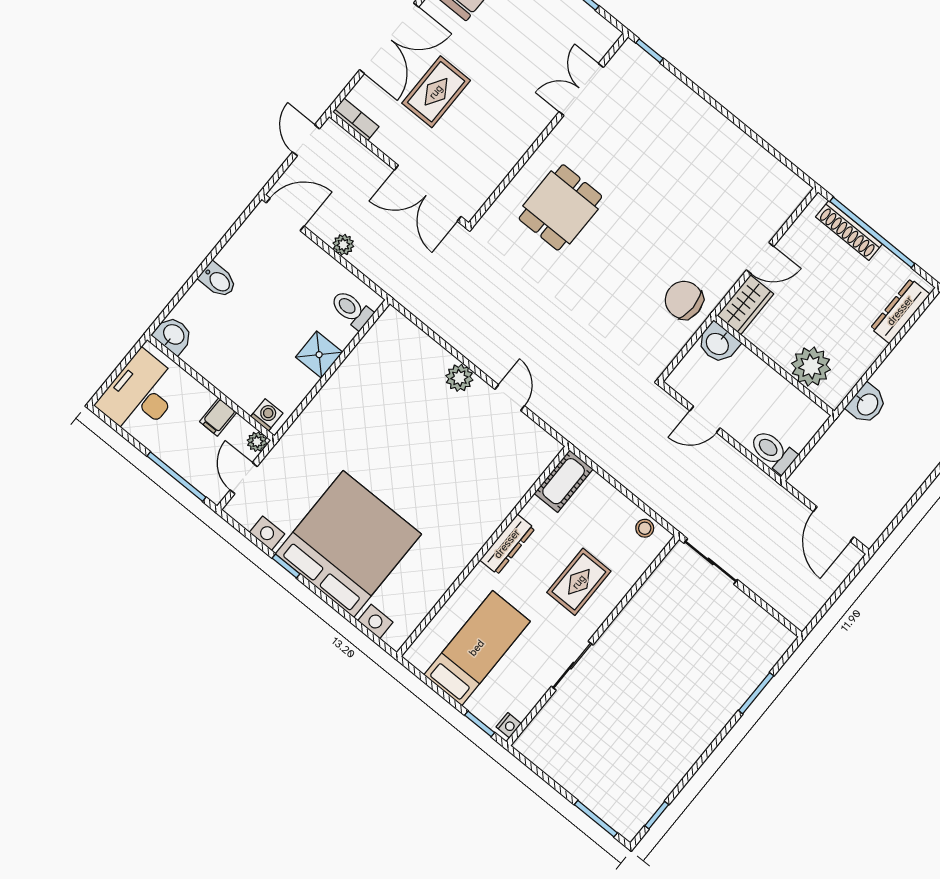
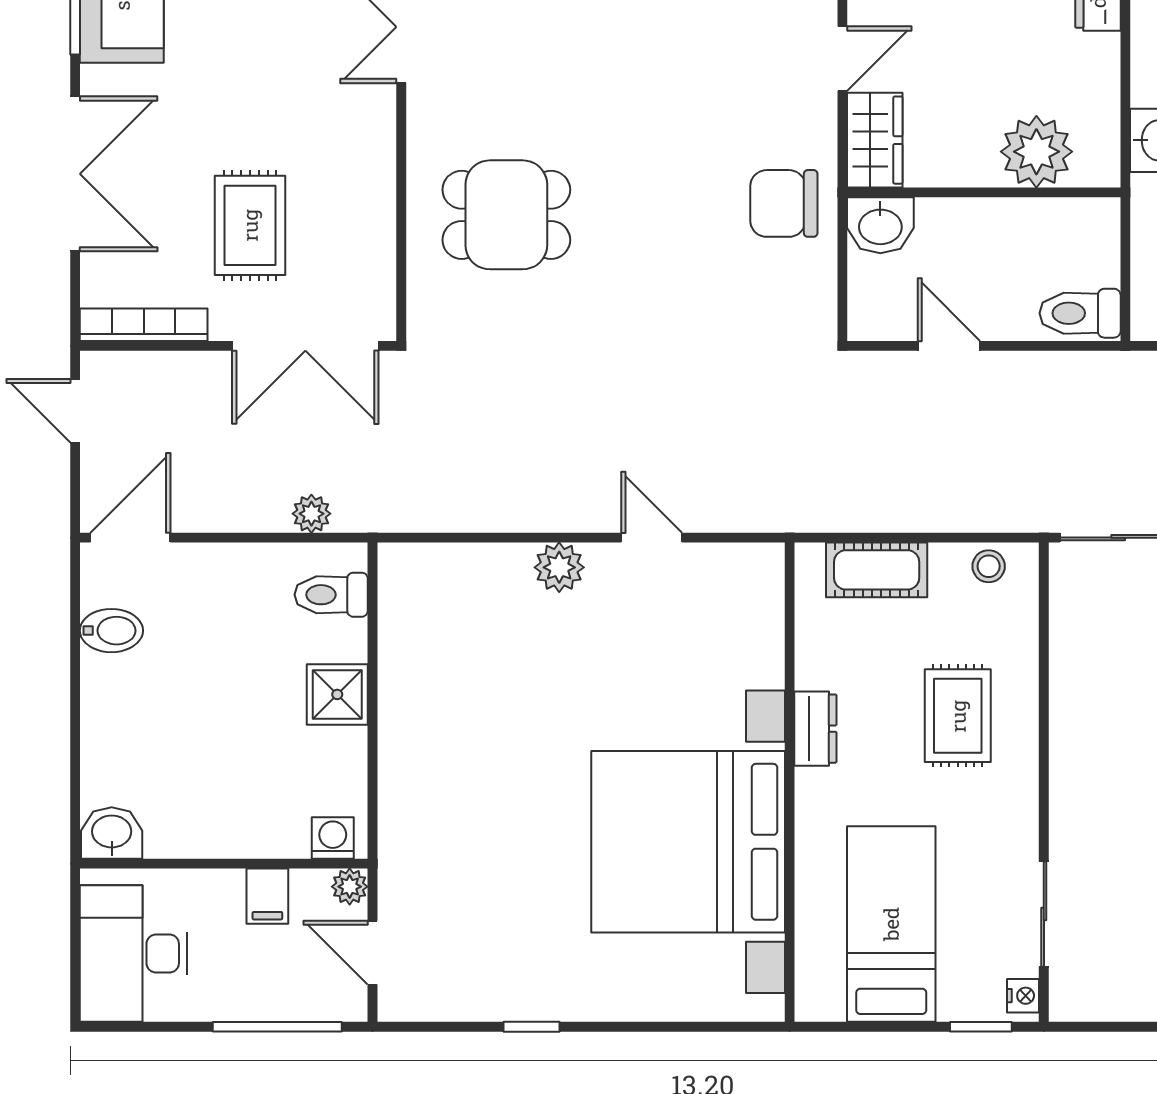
rug: (436, 92) -> (250, 225), moved
bookcase: (356, 119) -> (144, 325), width x1.56
dining table: (560, 207) -> (506, 215), turned 90
plant: (343, 245) -> (311, 514), moved
bidet: (218, 280) -> (111, 631), moved
door: (705, 419) -> (949, 346), swing flipped
cot: (564, 481) -> (877, 570), moved, turned 90
bed with nightstands: (348, 544) -> (688, 842), moved, turned -90
dresser: (507, 544) -> (815, 729), width x0.70
sliding door: (572, 666) -> (1044, 914), moved

